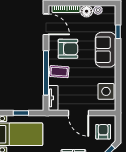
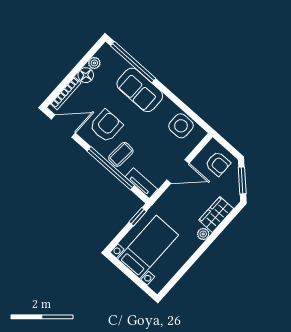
window: (118, 32) -> (133, 62), width x3.17
window: (21, 113) -> (138, 217), moved
armchair: (103, 132) -> (218, 164), turned 180

